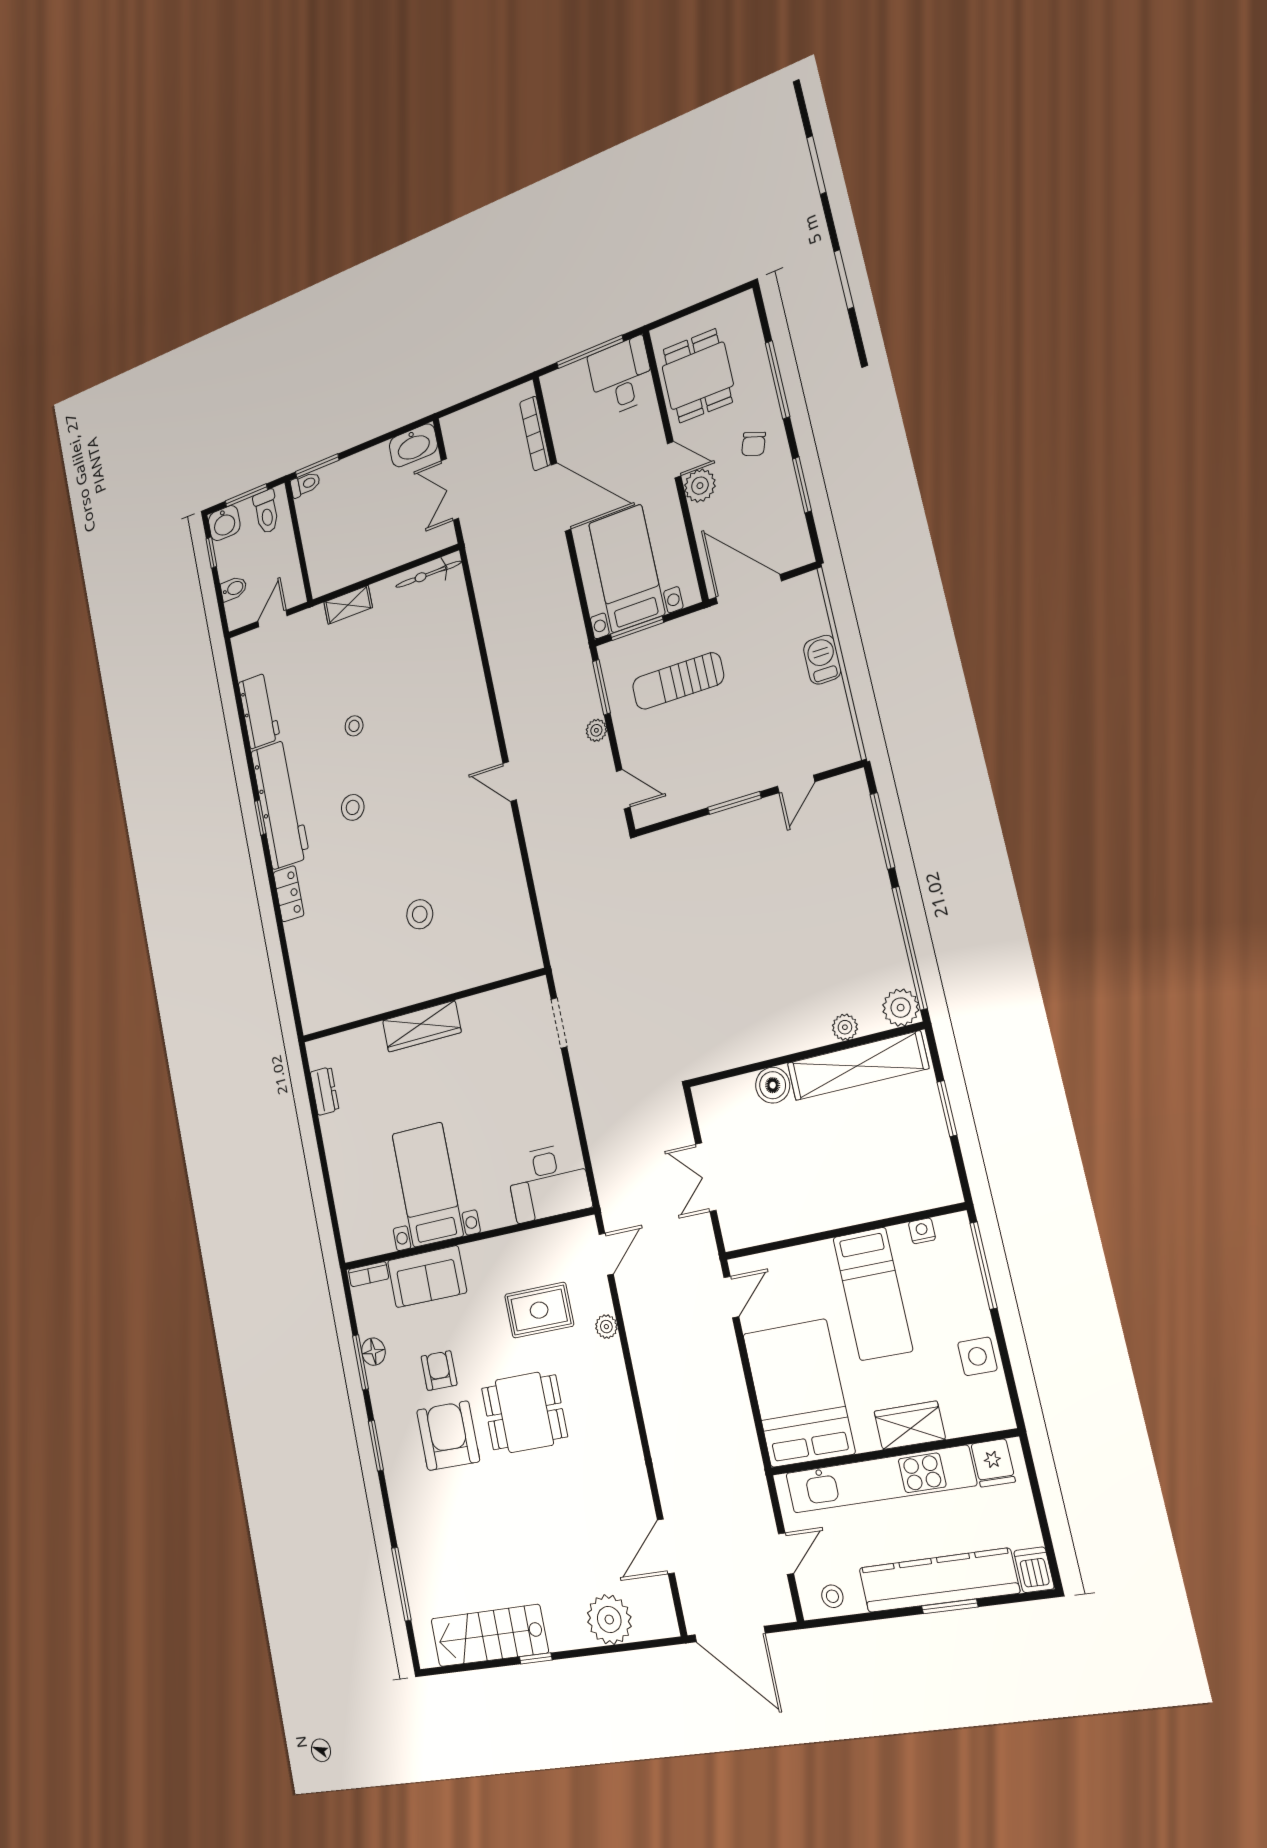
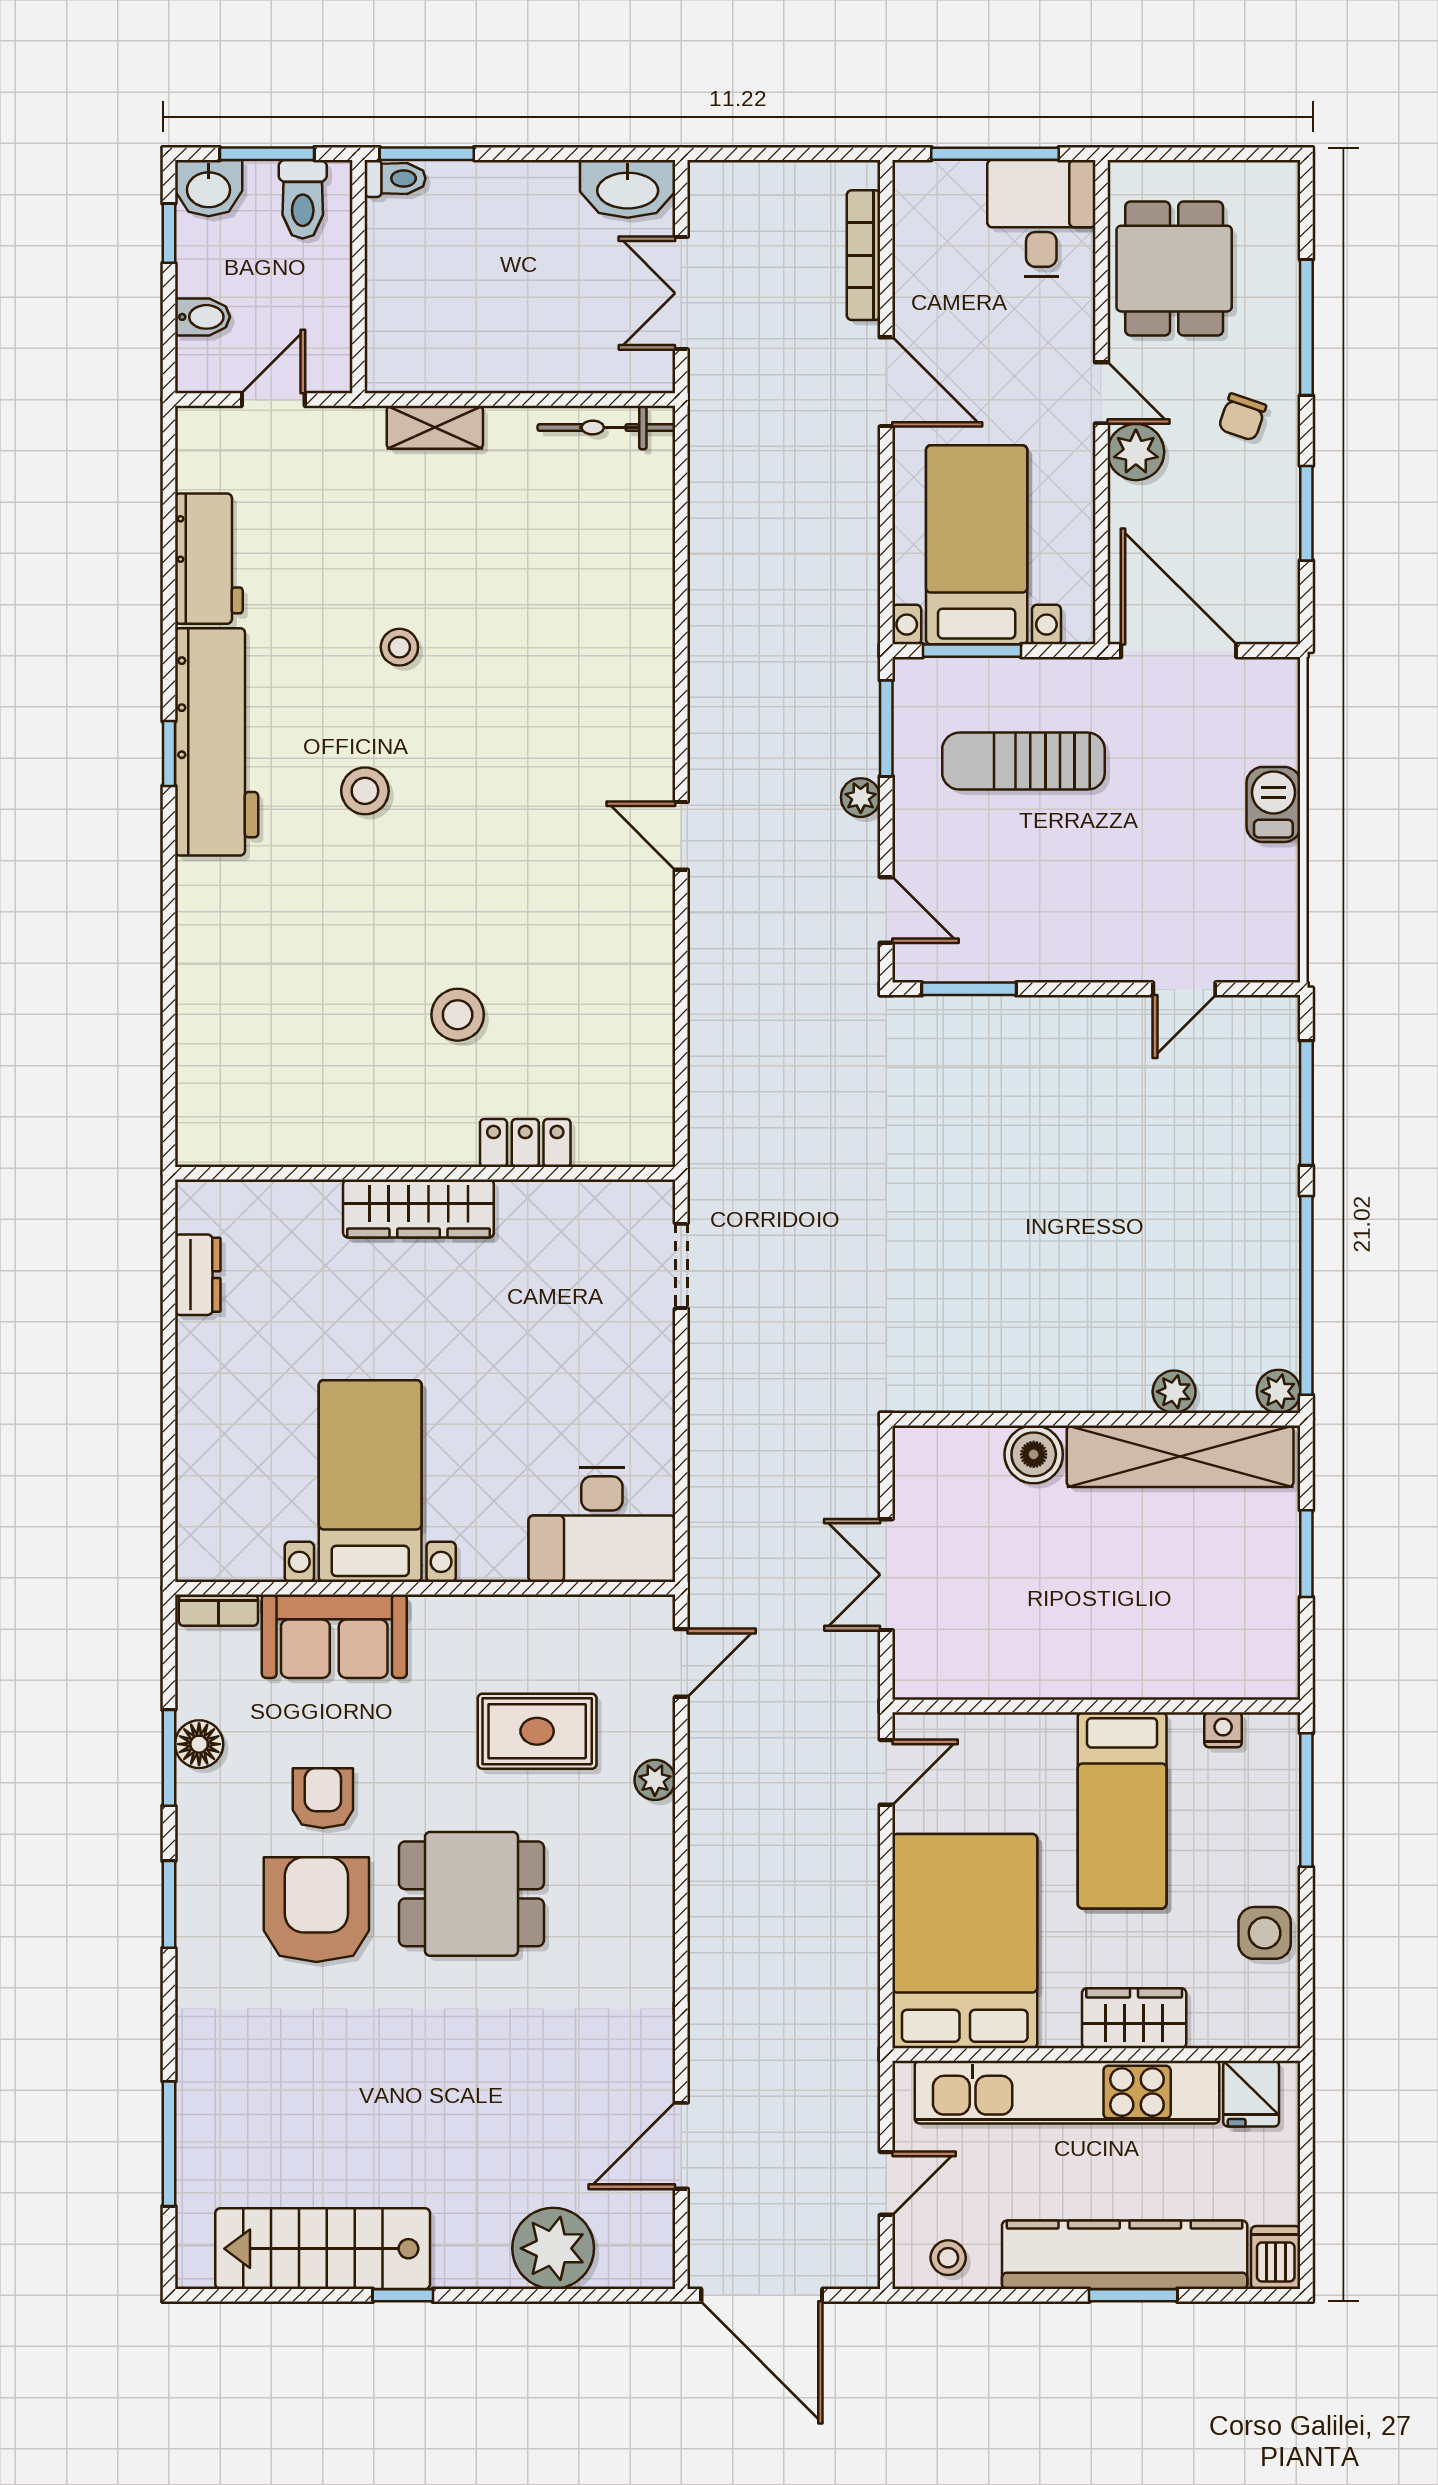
door: (561, 497) -> (886, 382), width x0.73
window: (734, 803) -> (969, 989), moved
locker: (289, 894) -> (525, 1143), moved, turned -90
plant: (901, 1008) -> (1279, 1391), width x0.73, depth x0.73

